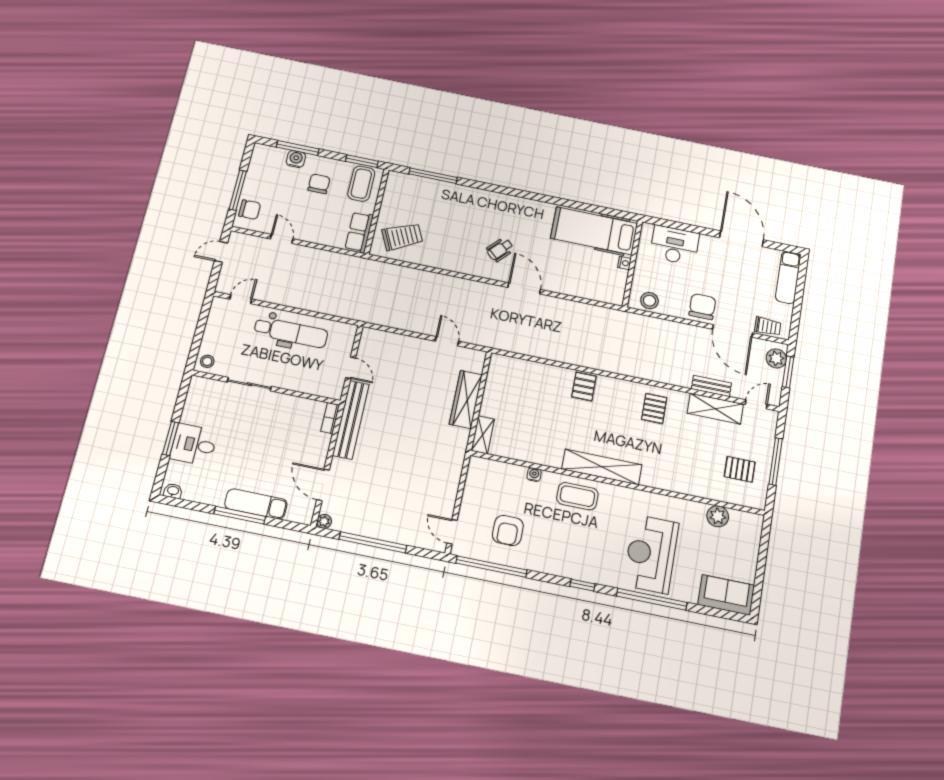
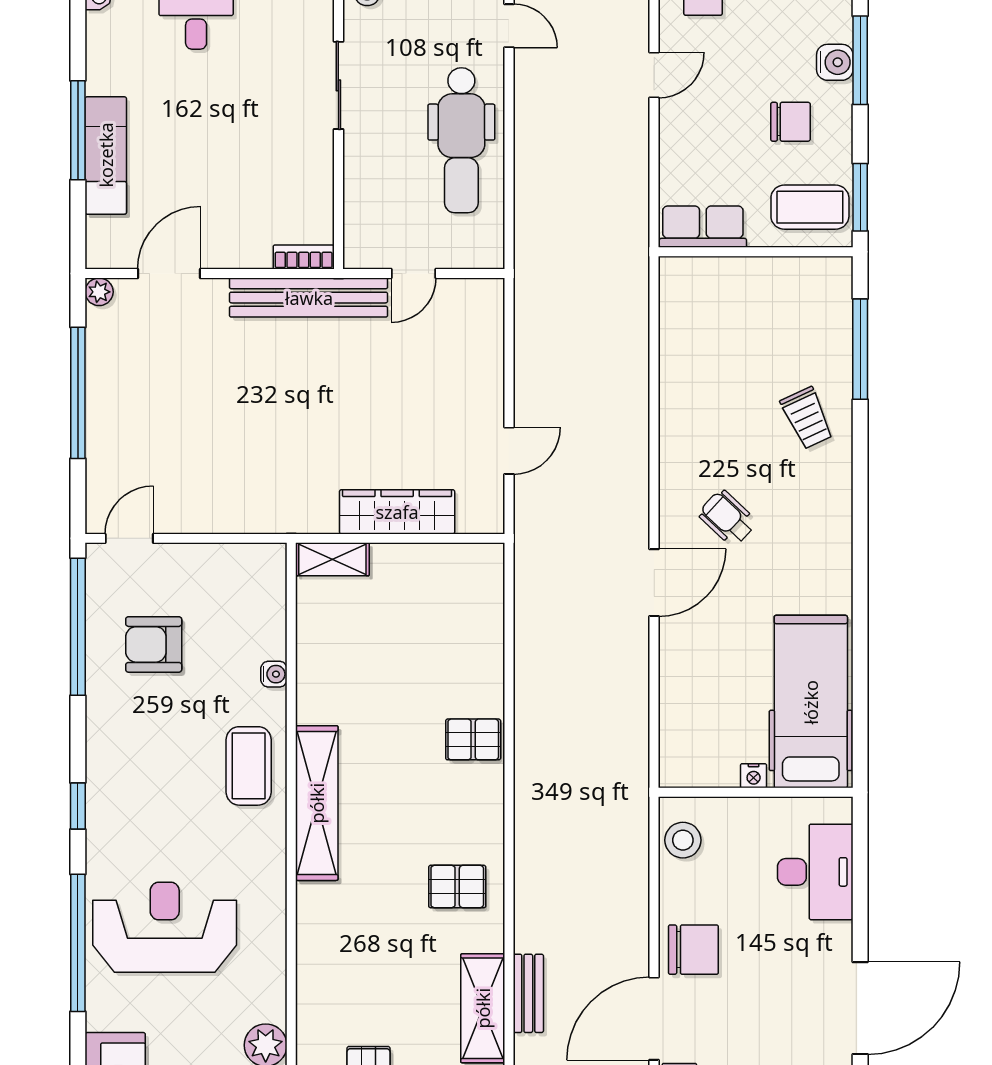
trolley: (402, 237) -> (807, 418), moved, width x0.73, depth x0.72

